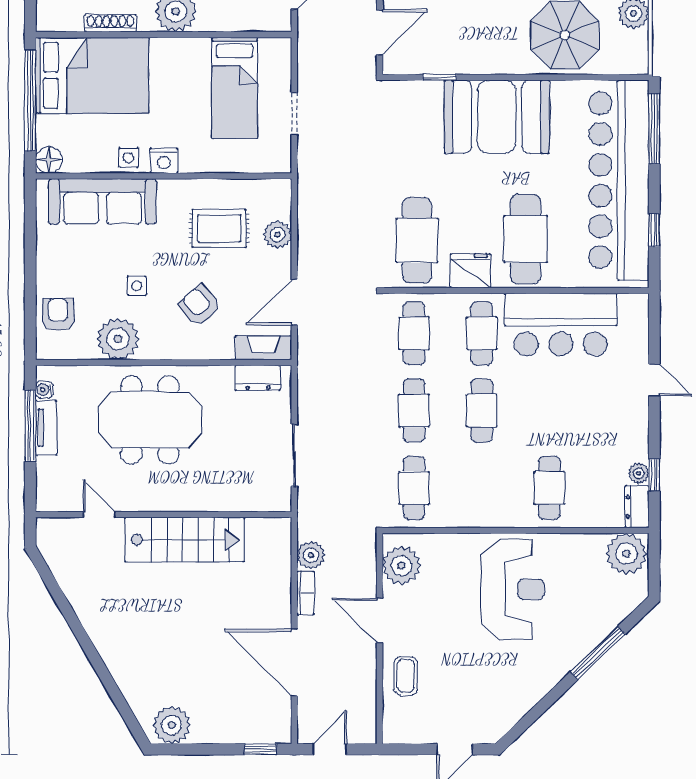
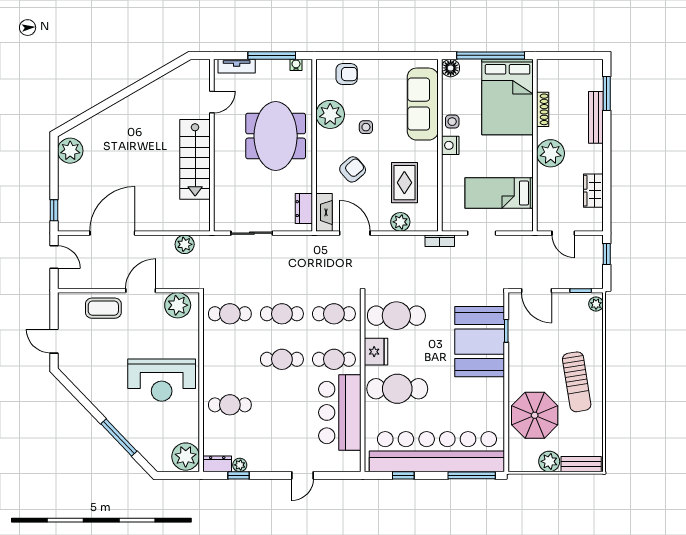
booth: (497, 117) -> (480, 342), moved
tv unit: (46, 428) -> (237, 66), moved
bookcase: (306, 593) -> (440, 241), moved
coffee table: (406, 676) -> (103, 308), width x1.36, depth x1.30

